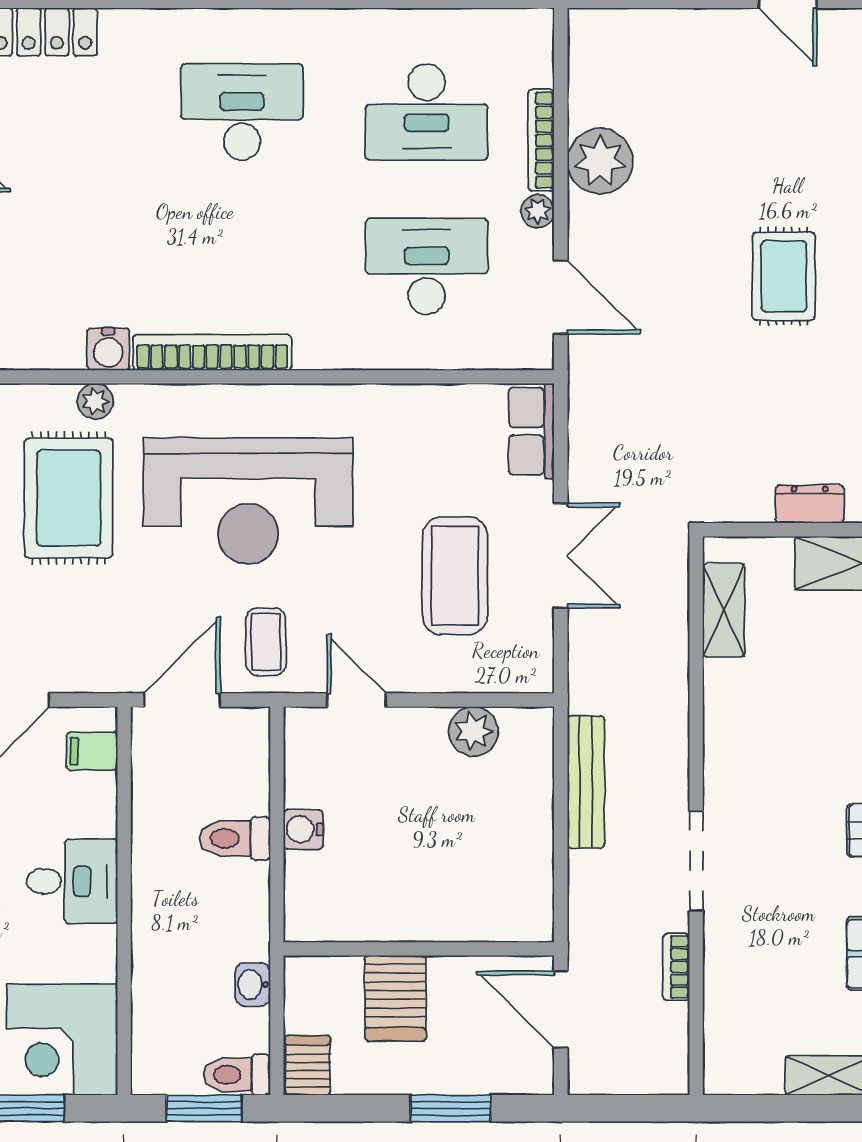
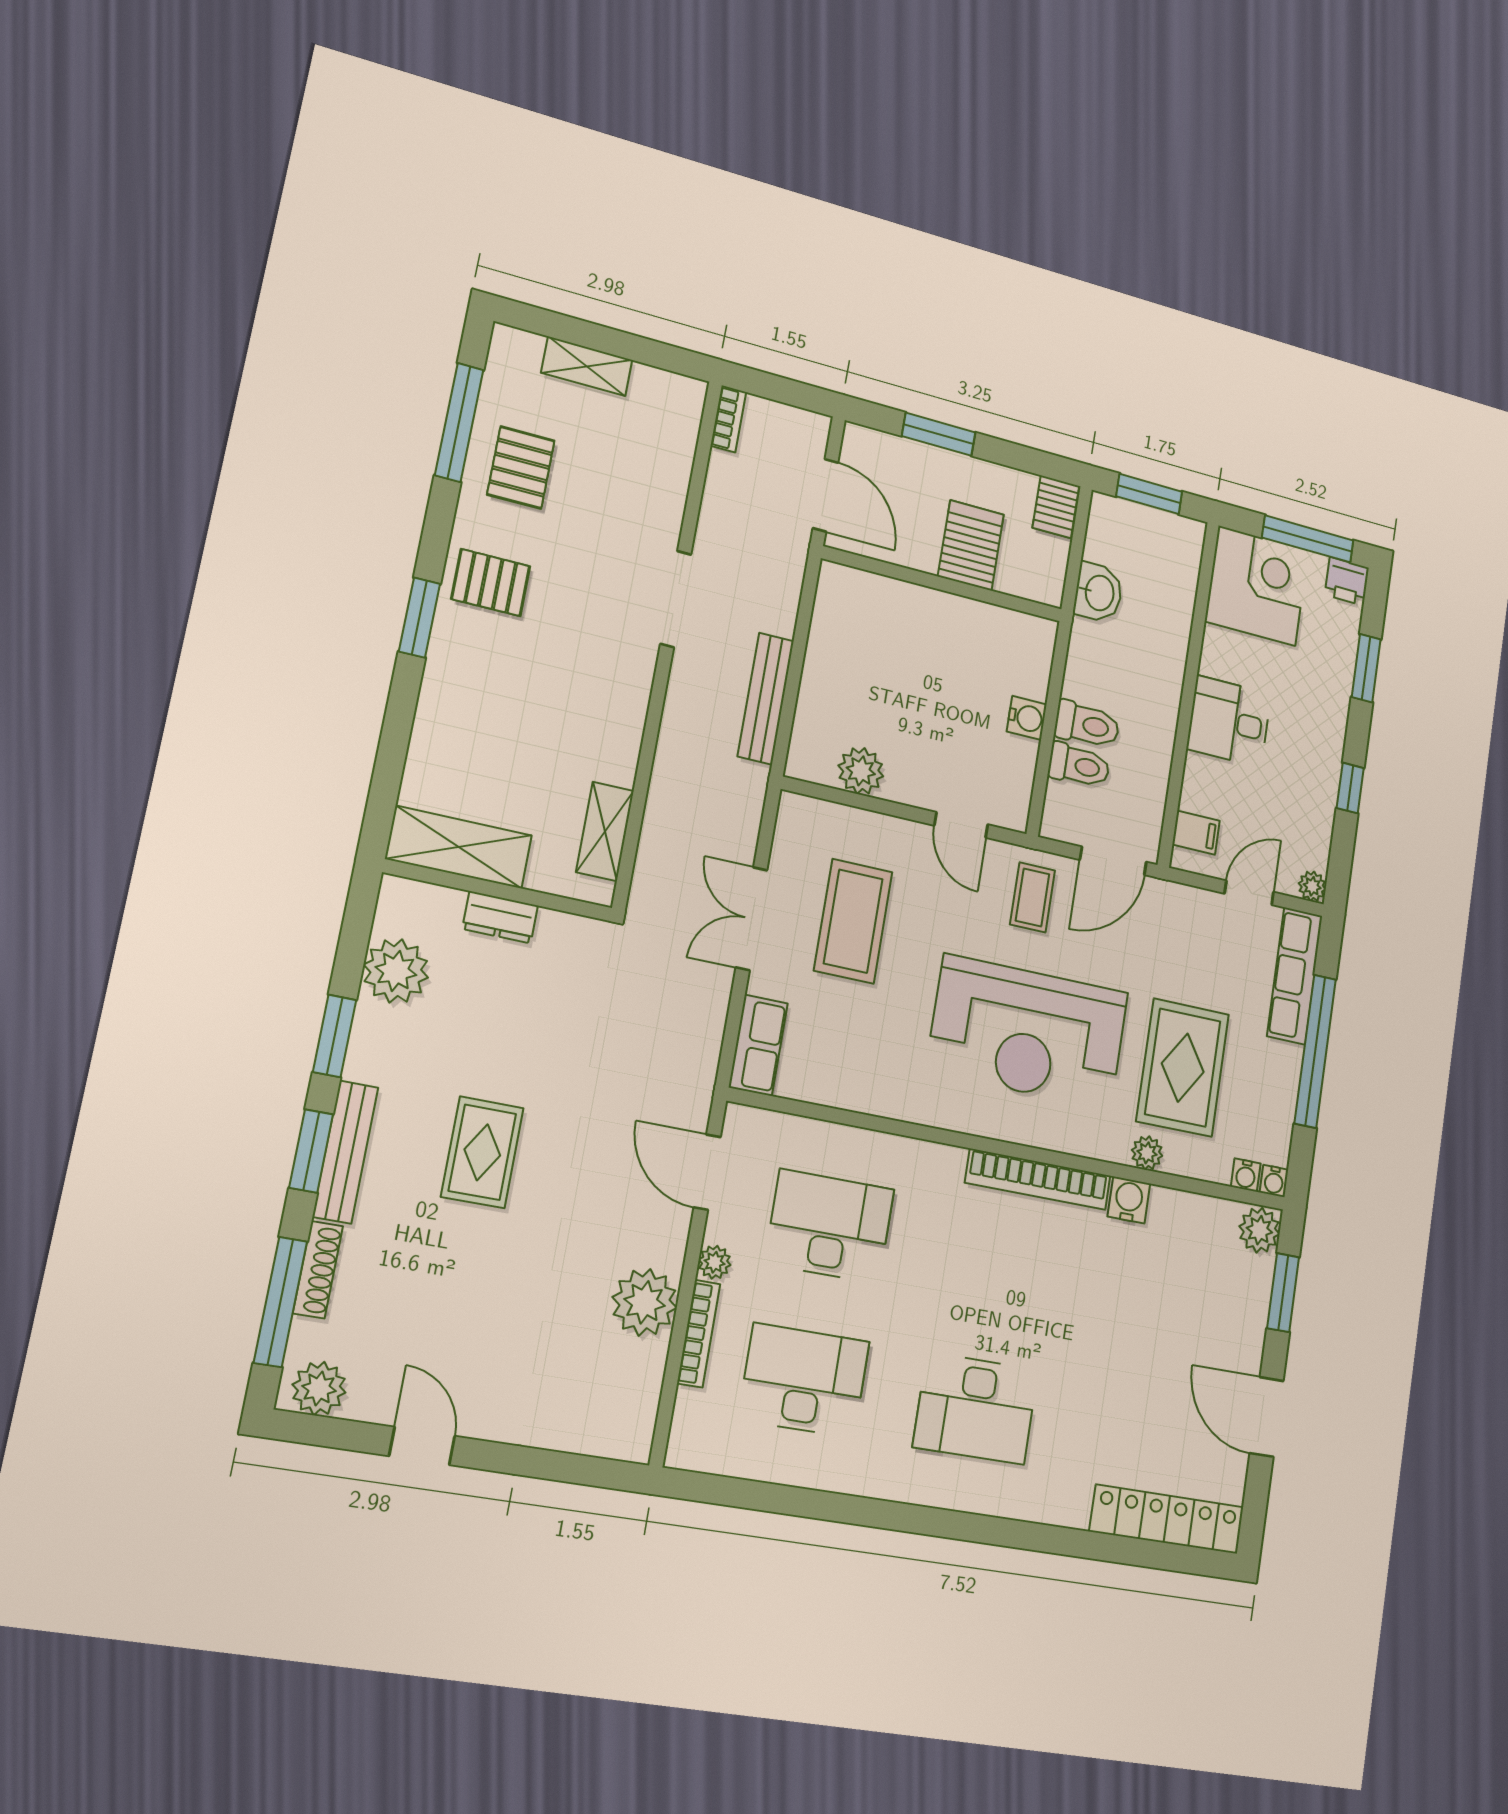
desk: (427, 266) -> (830, 1226), turned 180
reception desk: (248, 501) -> (1028, 1032), turned 180
bookcase: (676, 967) -> (728, 419), moved
washbasin: (253, 984) -> (1098, 593), width x1.38, depth x1.45
toilet: (237, 1075) -> (1079, 765), moved

